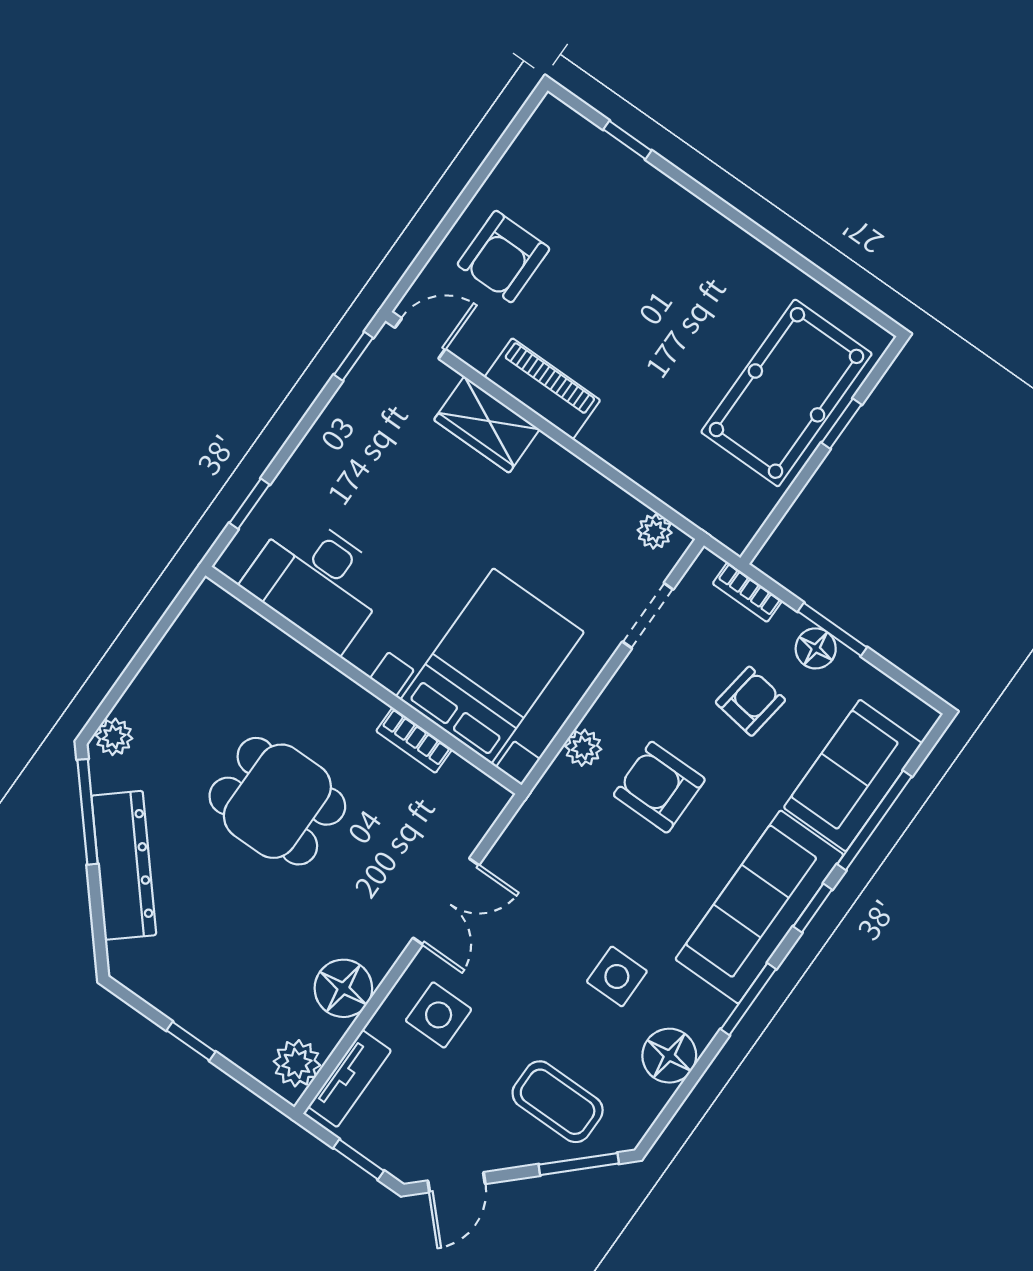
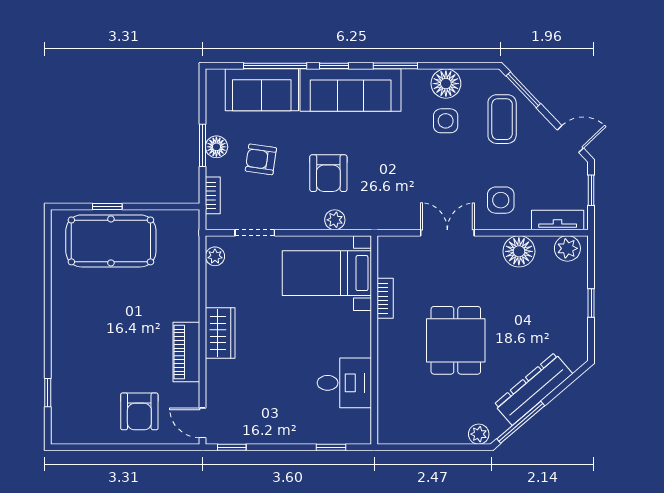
armchair: (503, 257) -> (139, 411), turned 90
wardrobe: (487, 425) -> (220, 333), moved
desk: (317, 581) -> (344, 383), width x0.73
bed with nightstands: (492, 666) -> (327, 273), width x0.73
side table: (617, 976) -> (446, 121), moved

